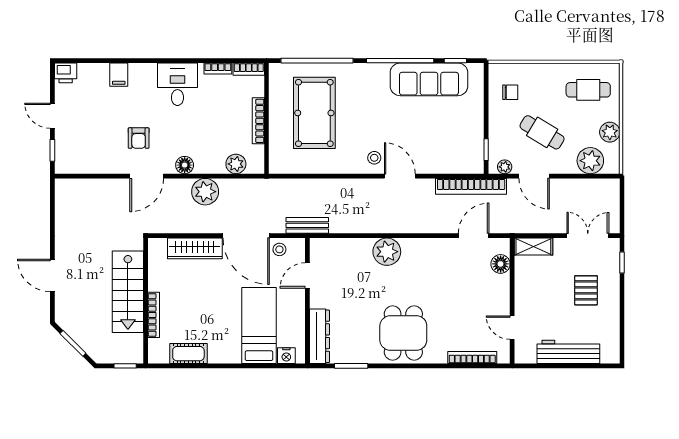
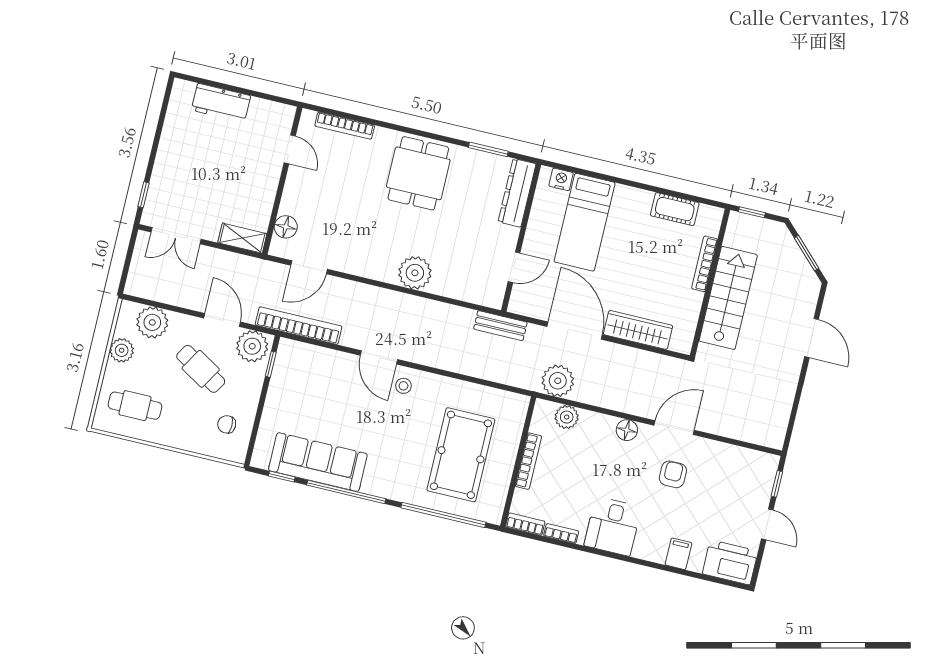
printer: (66, 73) -> (730, 562), width x1.87, depth x1.48
plant: (505, 167) -> (252, 346), width x1.87, depth x1.87
plant: (205, 192) -> (558, 381), moved
stool: (279, 249) -> (540, 305), removed
pallet: (586, 290) -> (193, 172), removed
workbench: (568, 352) -> (221, 103), width x0.73

